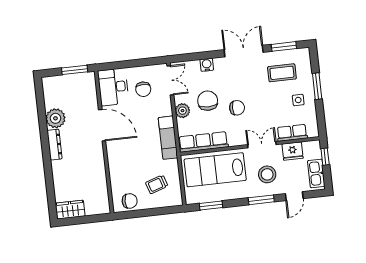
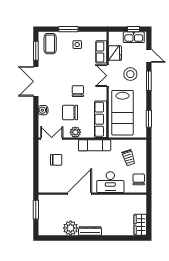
coffee table: (282, 73) -> (50, 44), moved
desk: (113, 87) -> (110, 182), moved
window: (325, 157) -> (134, 29), moved

